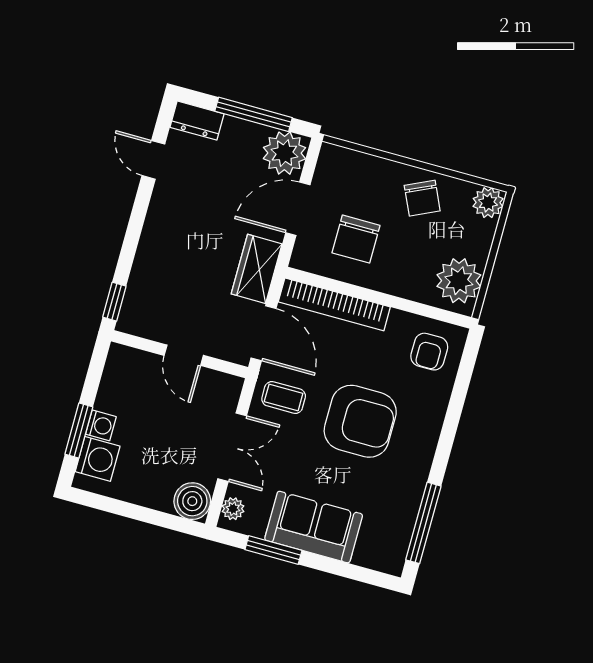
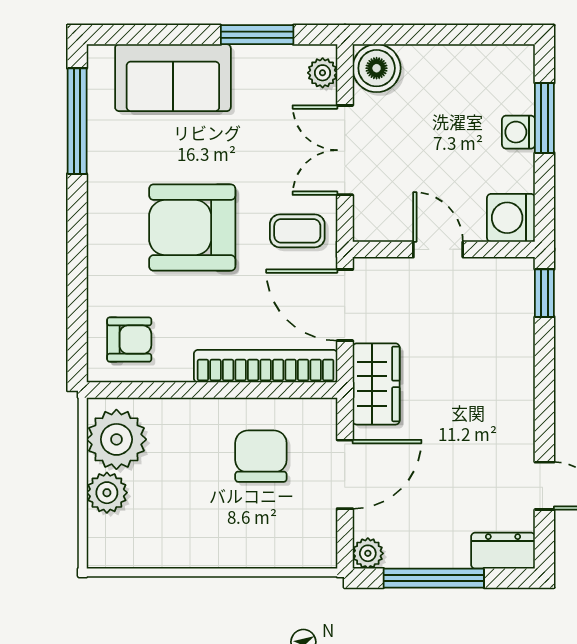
plant: (284, 153) -> (368, 553), width x0.53, depth x0.53
chair: (422, 198) -> (192, 531), removed
plant: (488, 203) -> (107, 493), moved
armchair: (429, 352) -> (129, 340), turned 90
washing machine: (98, 459) -> (511, 218), moved
sofa: (314, 527) -> (173, 78), moved

